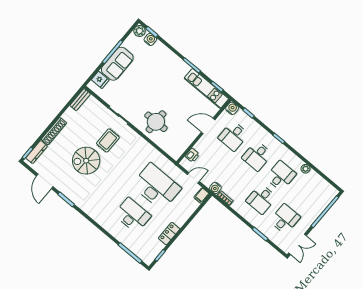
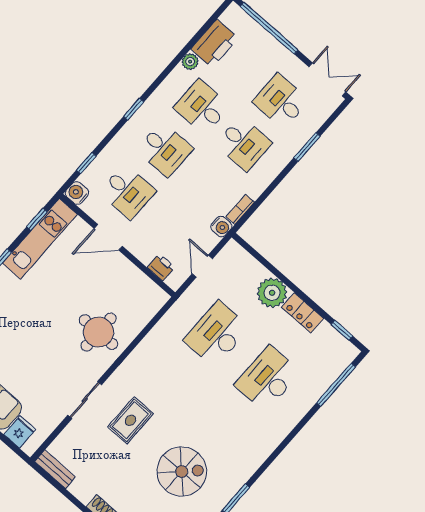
door: (208, 126) -> (108, 237), hinge flipped
rug: (108, 140) -> (130, 420), turned 90
spiral stairs: (86, 161) -> (182, 472), moved, turned -90
printer: (316, 182) -> (214, 43), added
desk: (156, 187) -> (217, 334), width x0.73, depth x0.77
filing cabinet: (202, 196) -> (235, 252), removed
plant: (180, 217) -> (272, 293), added

